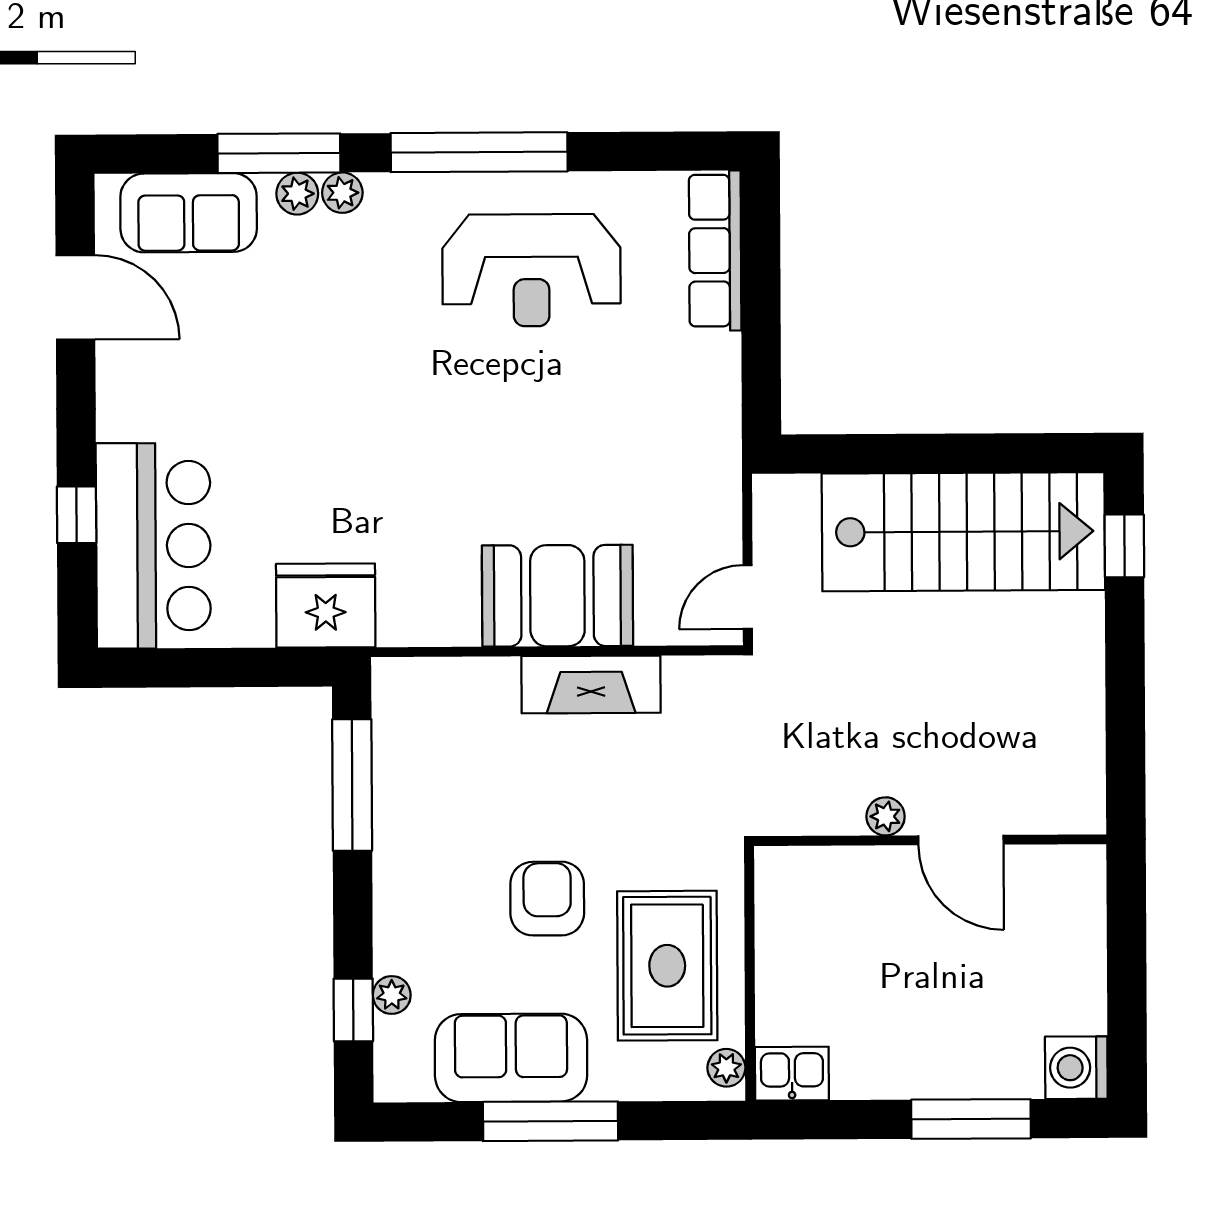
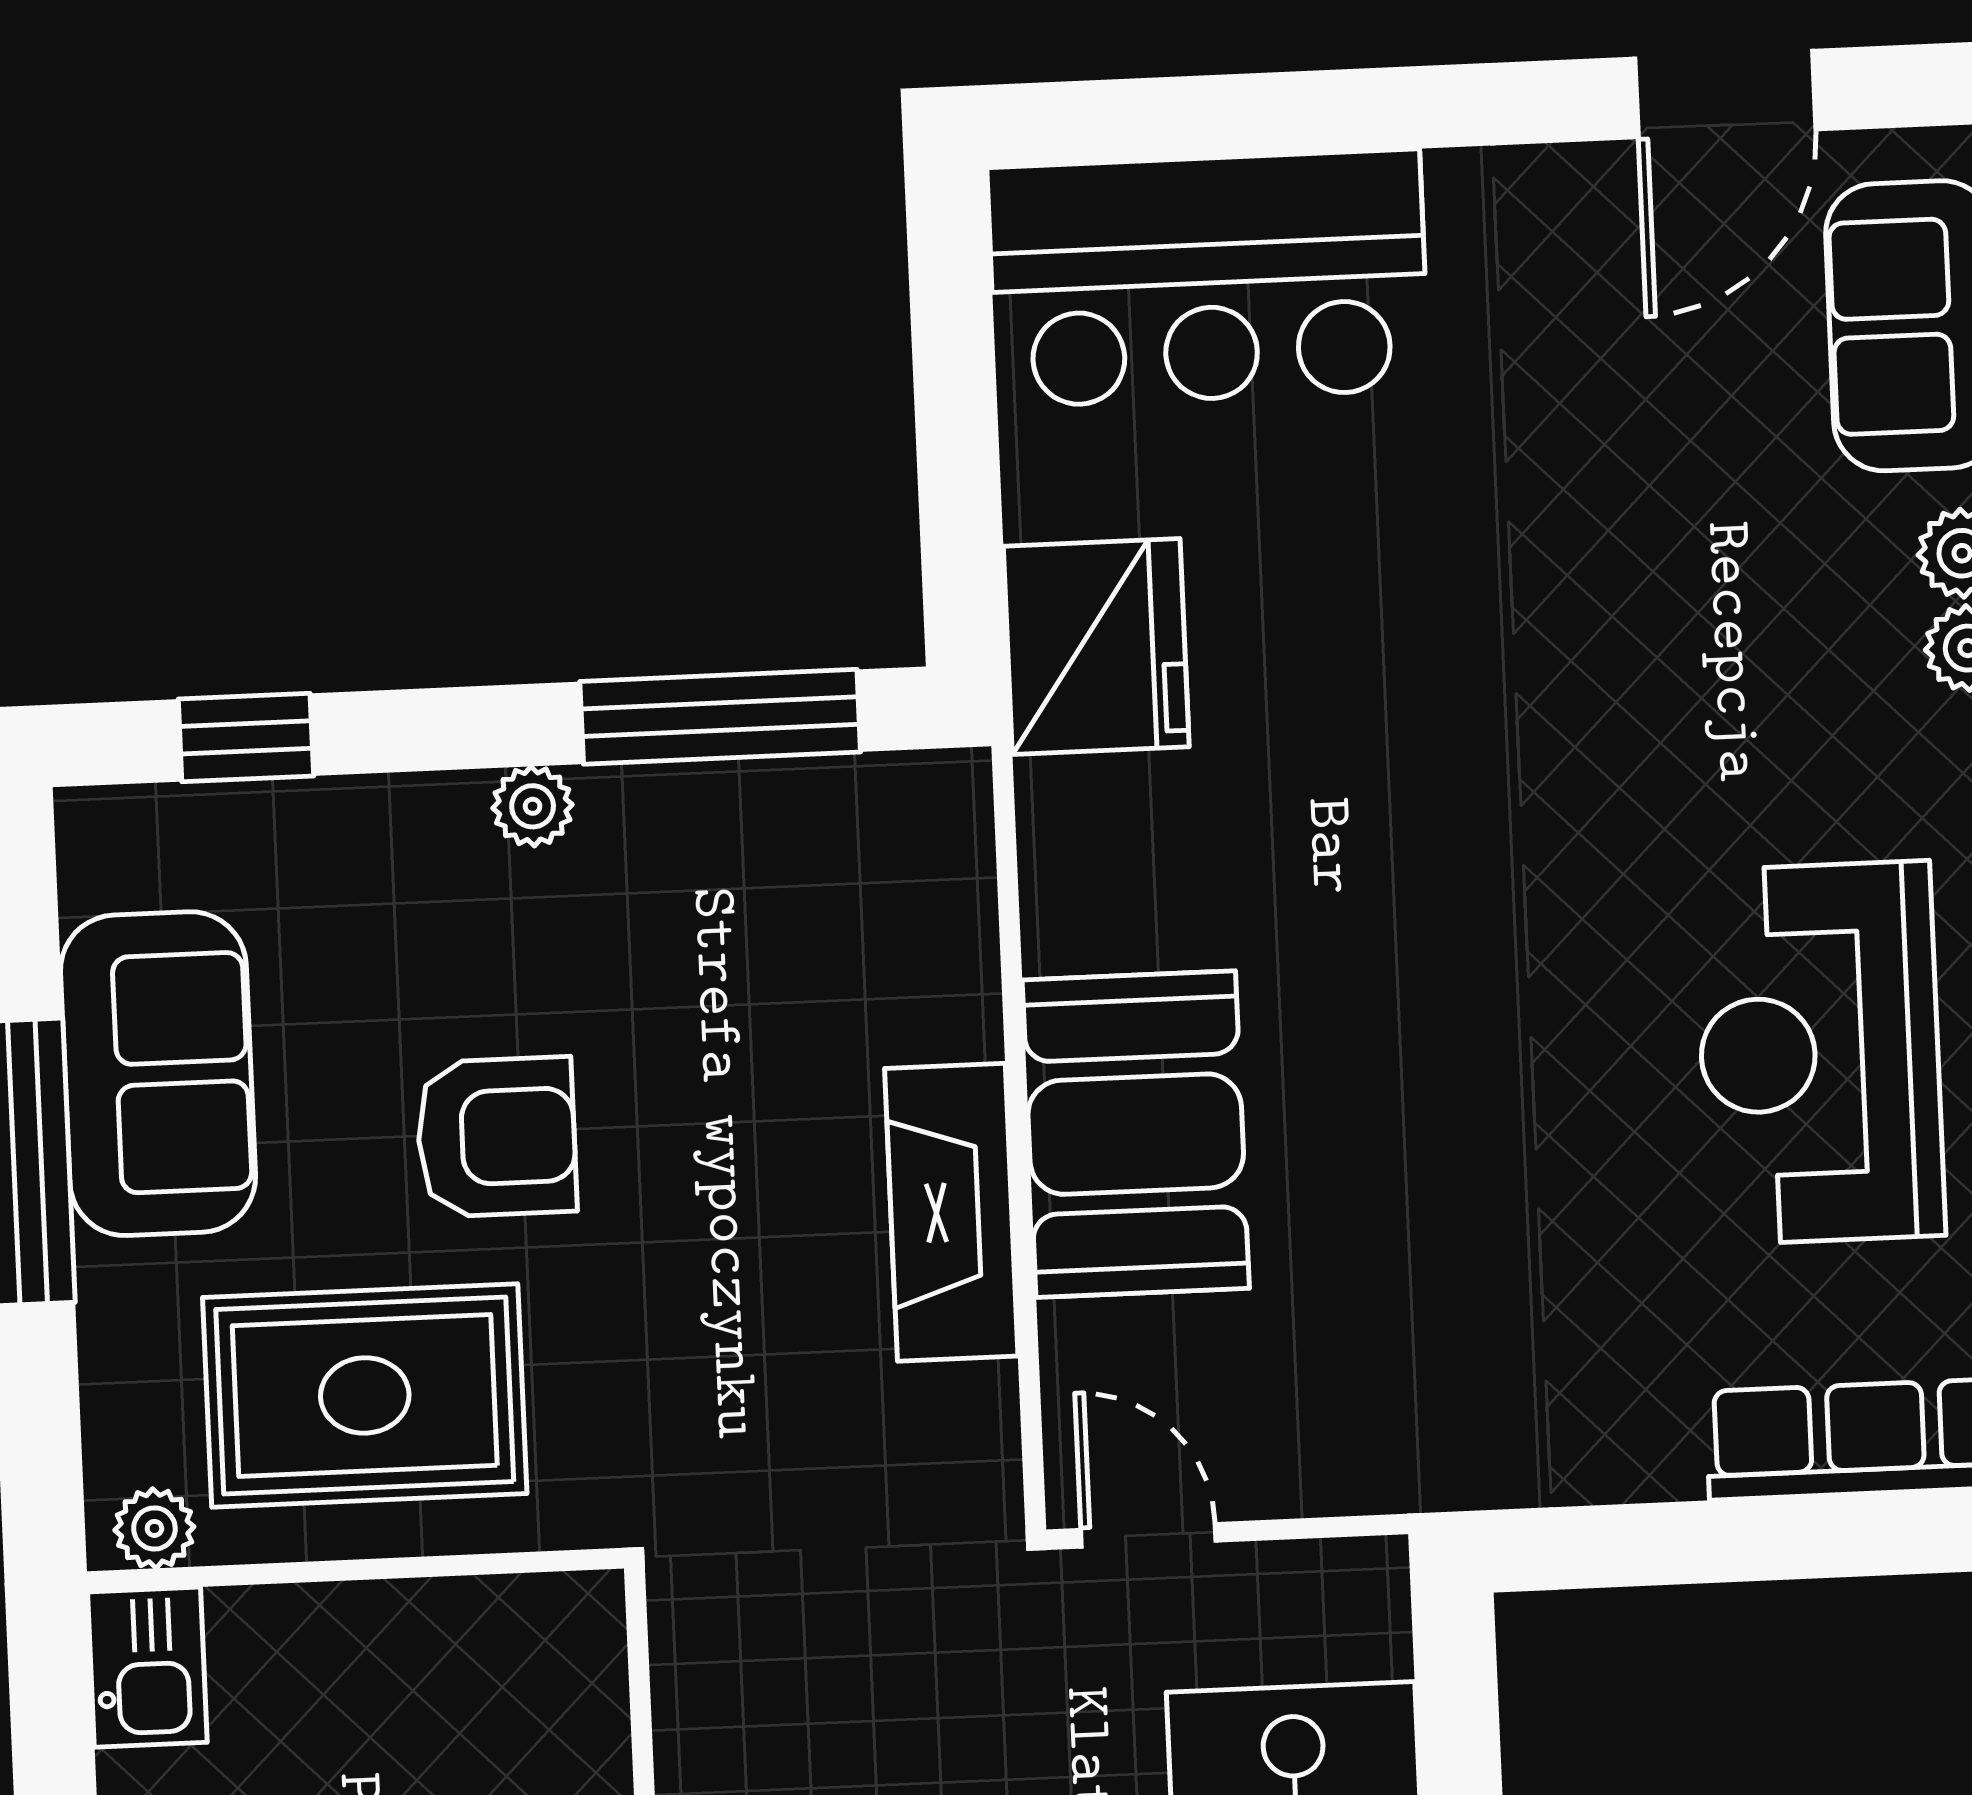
window: (77, 515) -> (1267, 114), removed
plant: (392, 995) -> (533, 806), moved

